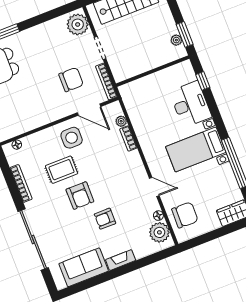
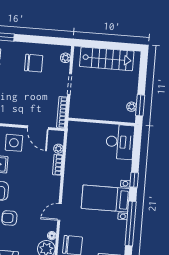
plant: (78, 24) -> (65, 58), width x0.53, depth x0.53
chair: (71, 80) -> (34, 63), moved
window: (203, 81) -> (134, 180), moved
desk: (190, 104) -> (120, 142), moved
door: (154, 187) -> (59, 212), swing flipped

